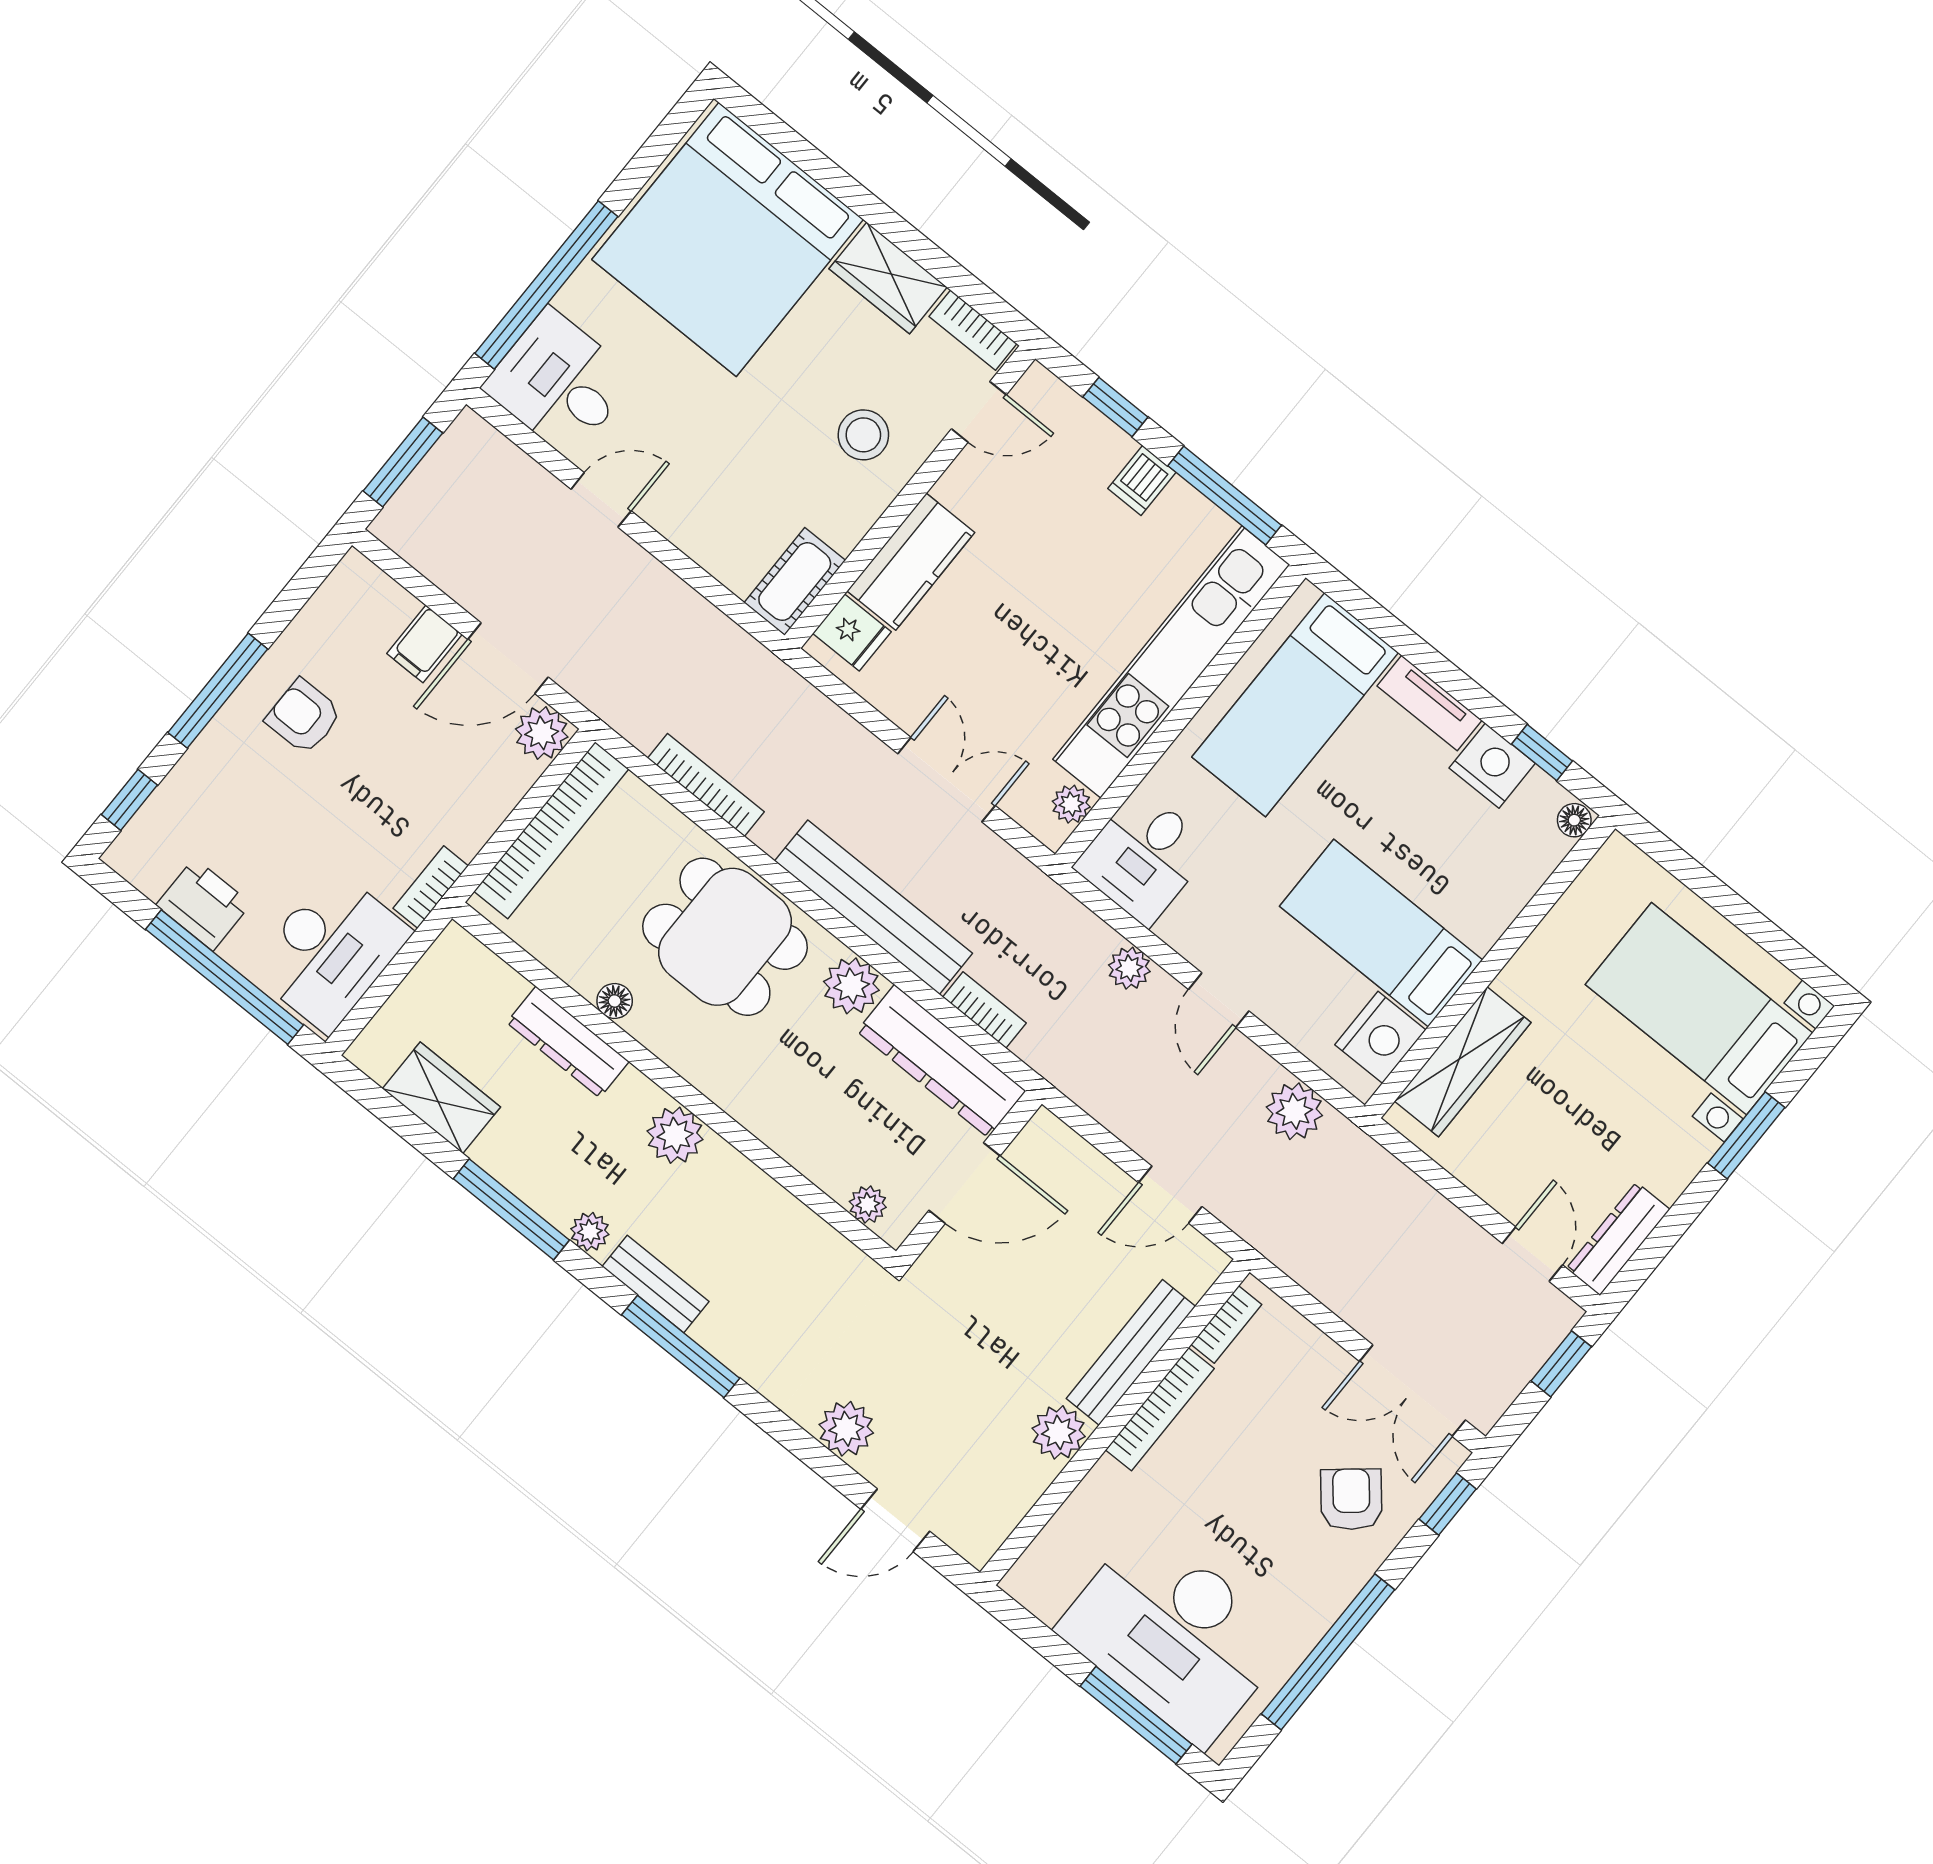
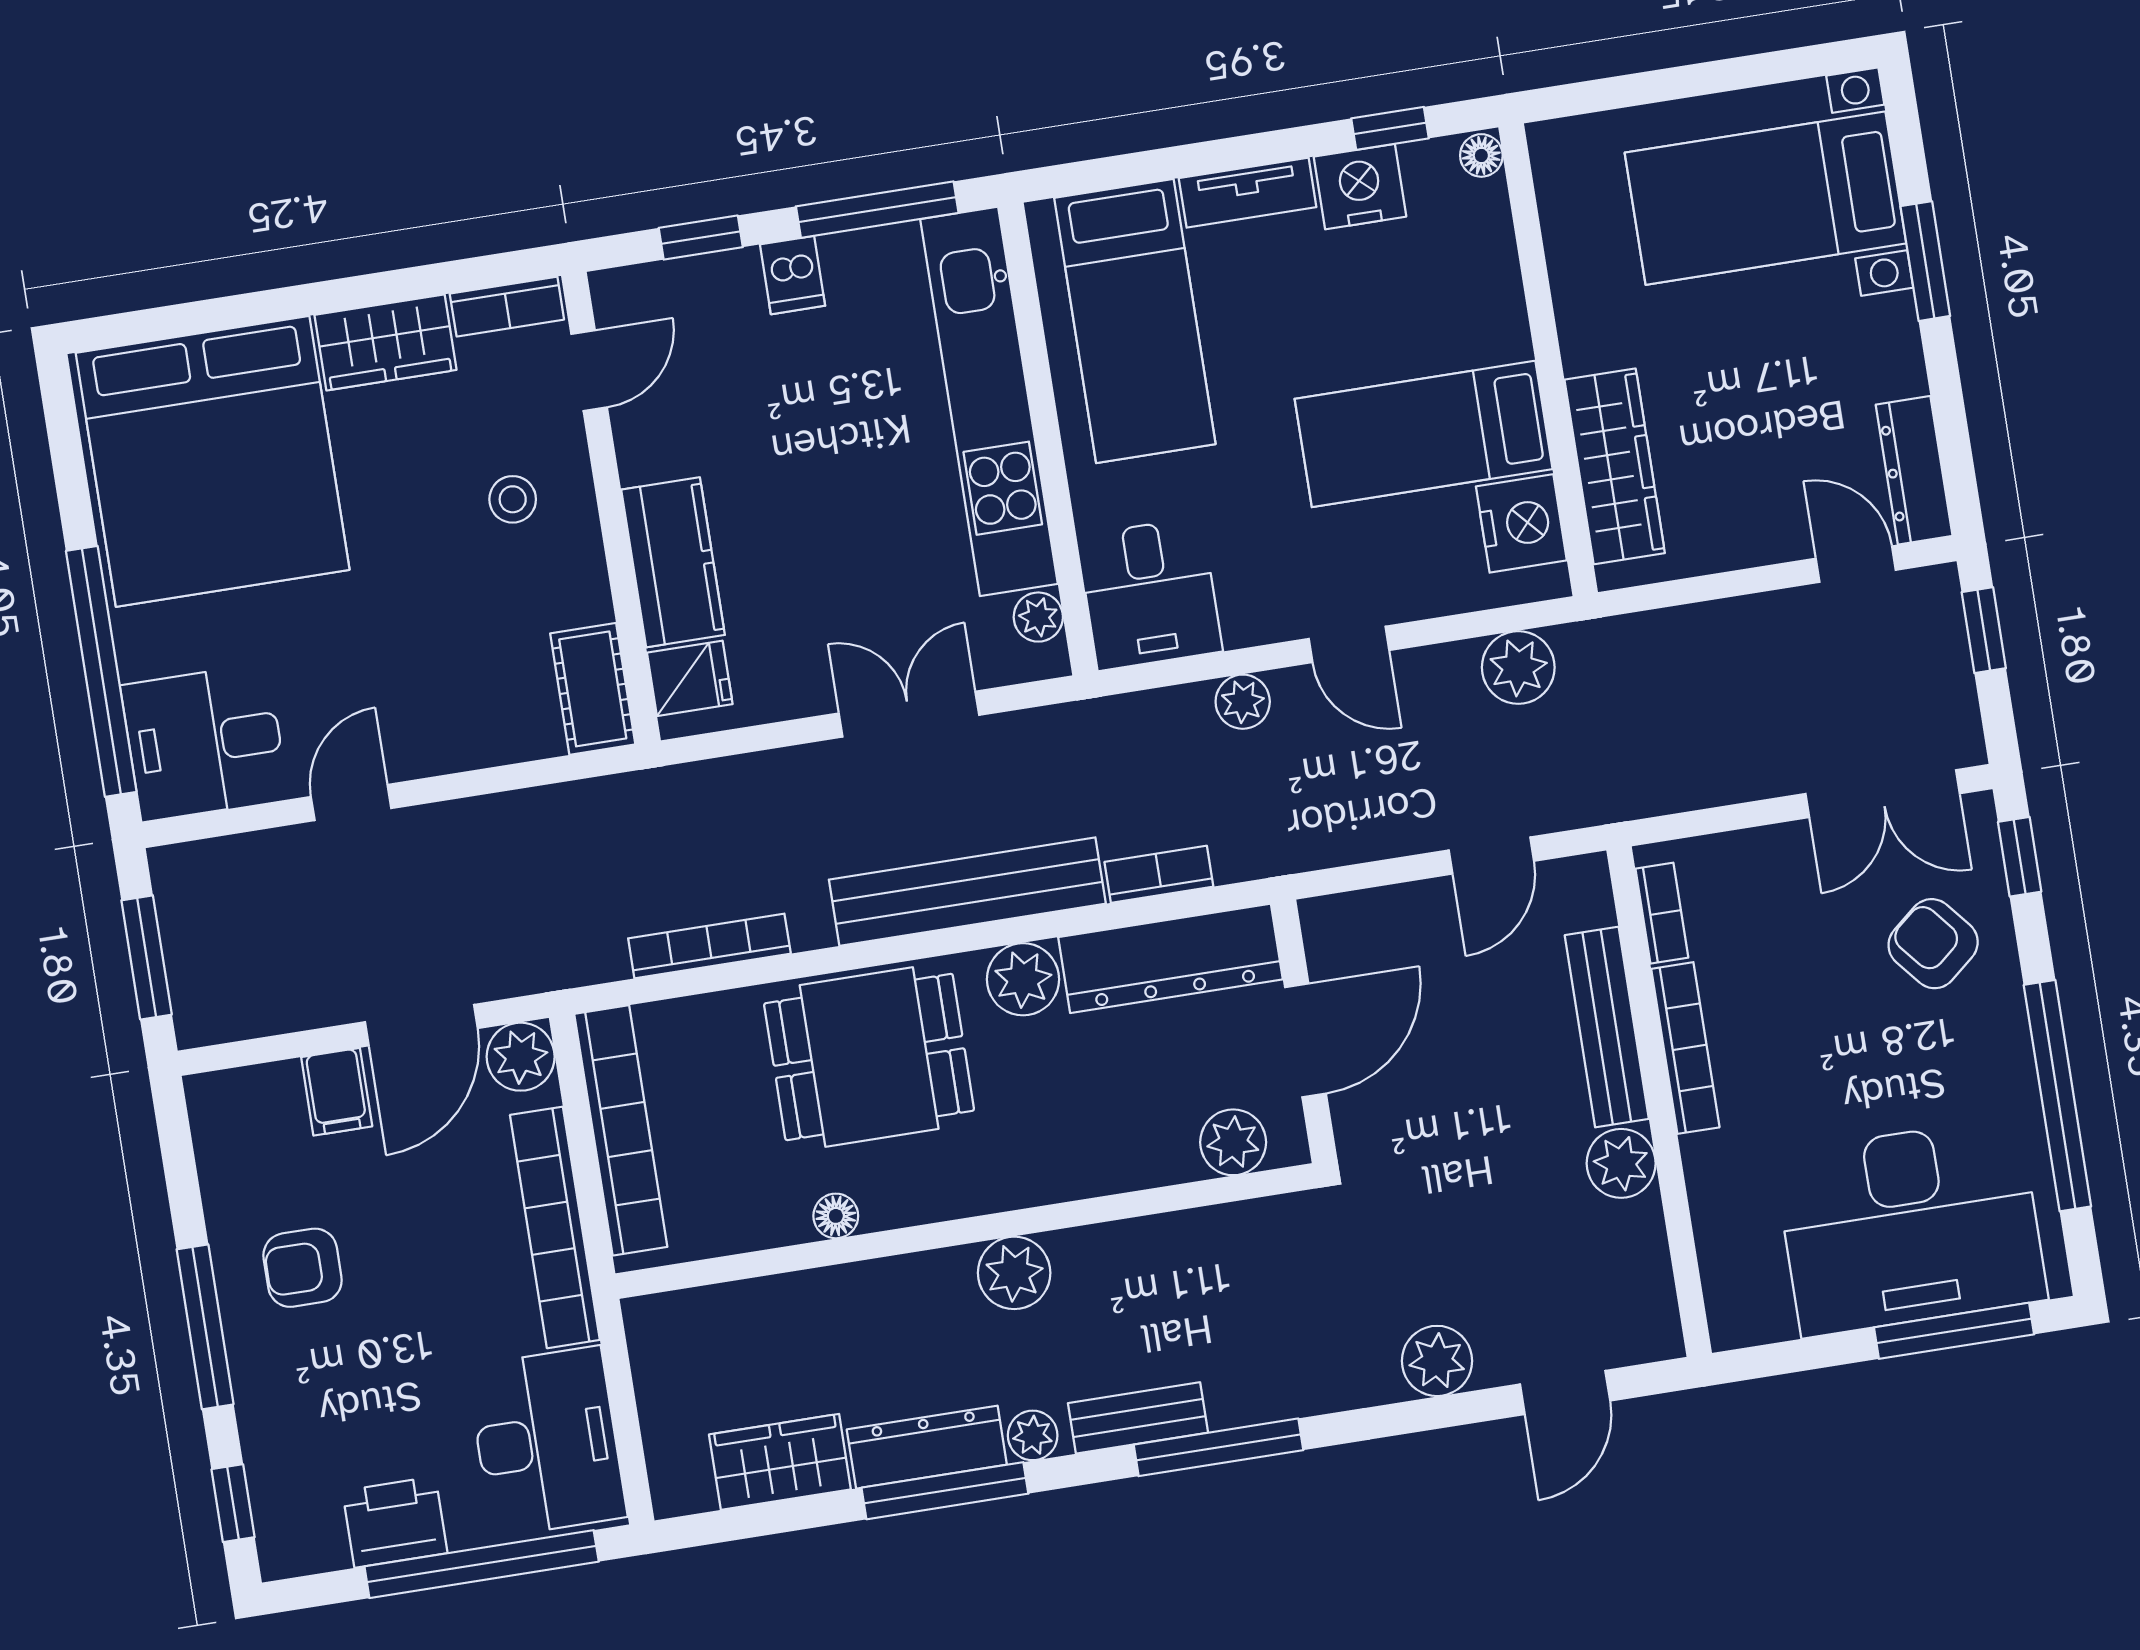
stool: (863, 435) -> (513, 499), width x0.73, depth x0.73
bookcase: (431, 887) -> (555, 1227), width x2.31, depth x1.31
dresser: (568, 1042) -> (927, 1447), moved, turned 180
plant: (868, 1204) -> (1233, 1142), width x1.38, depth x1.38

